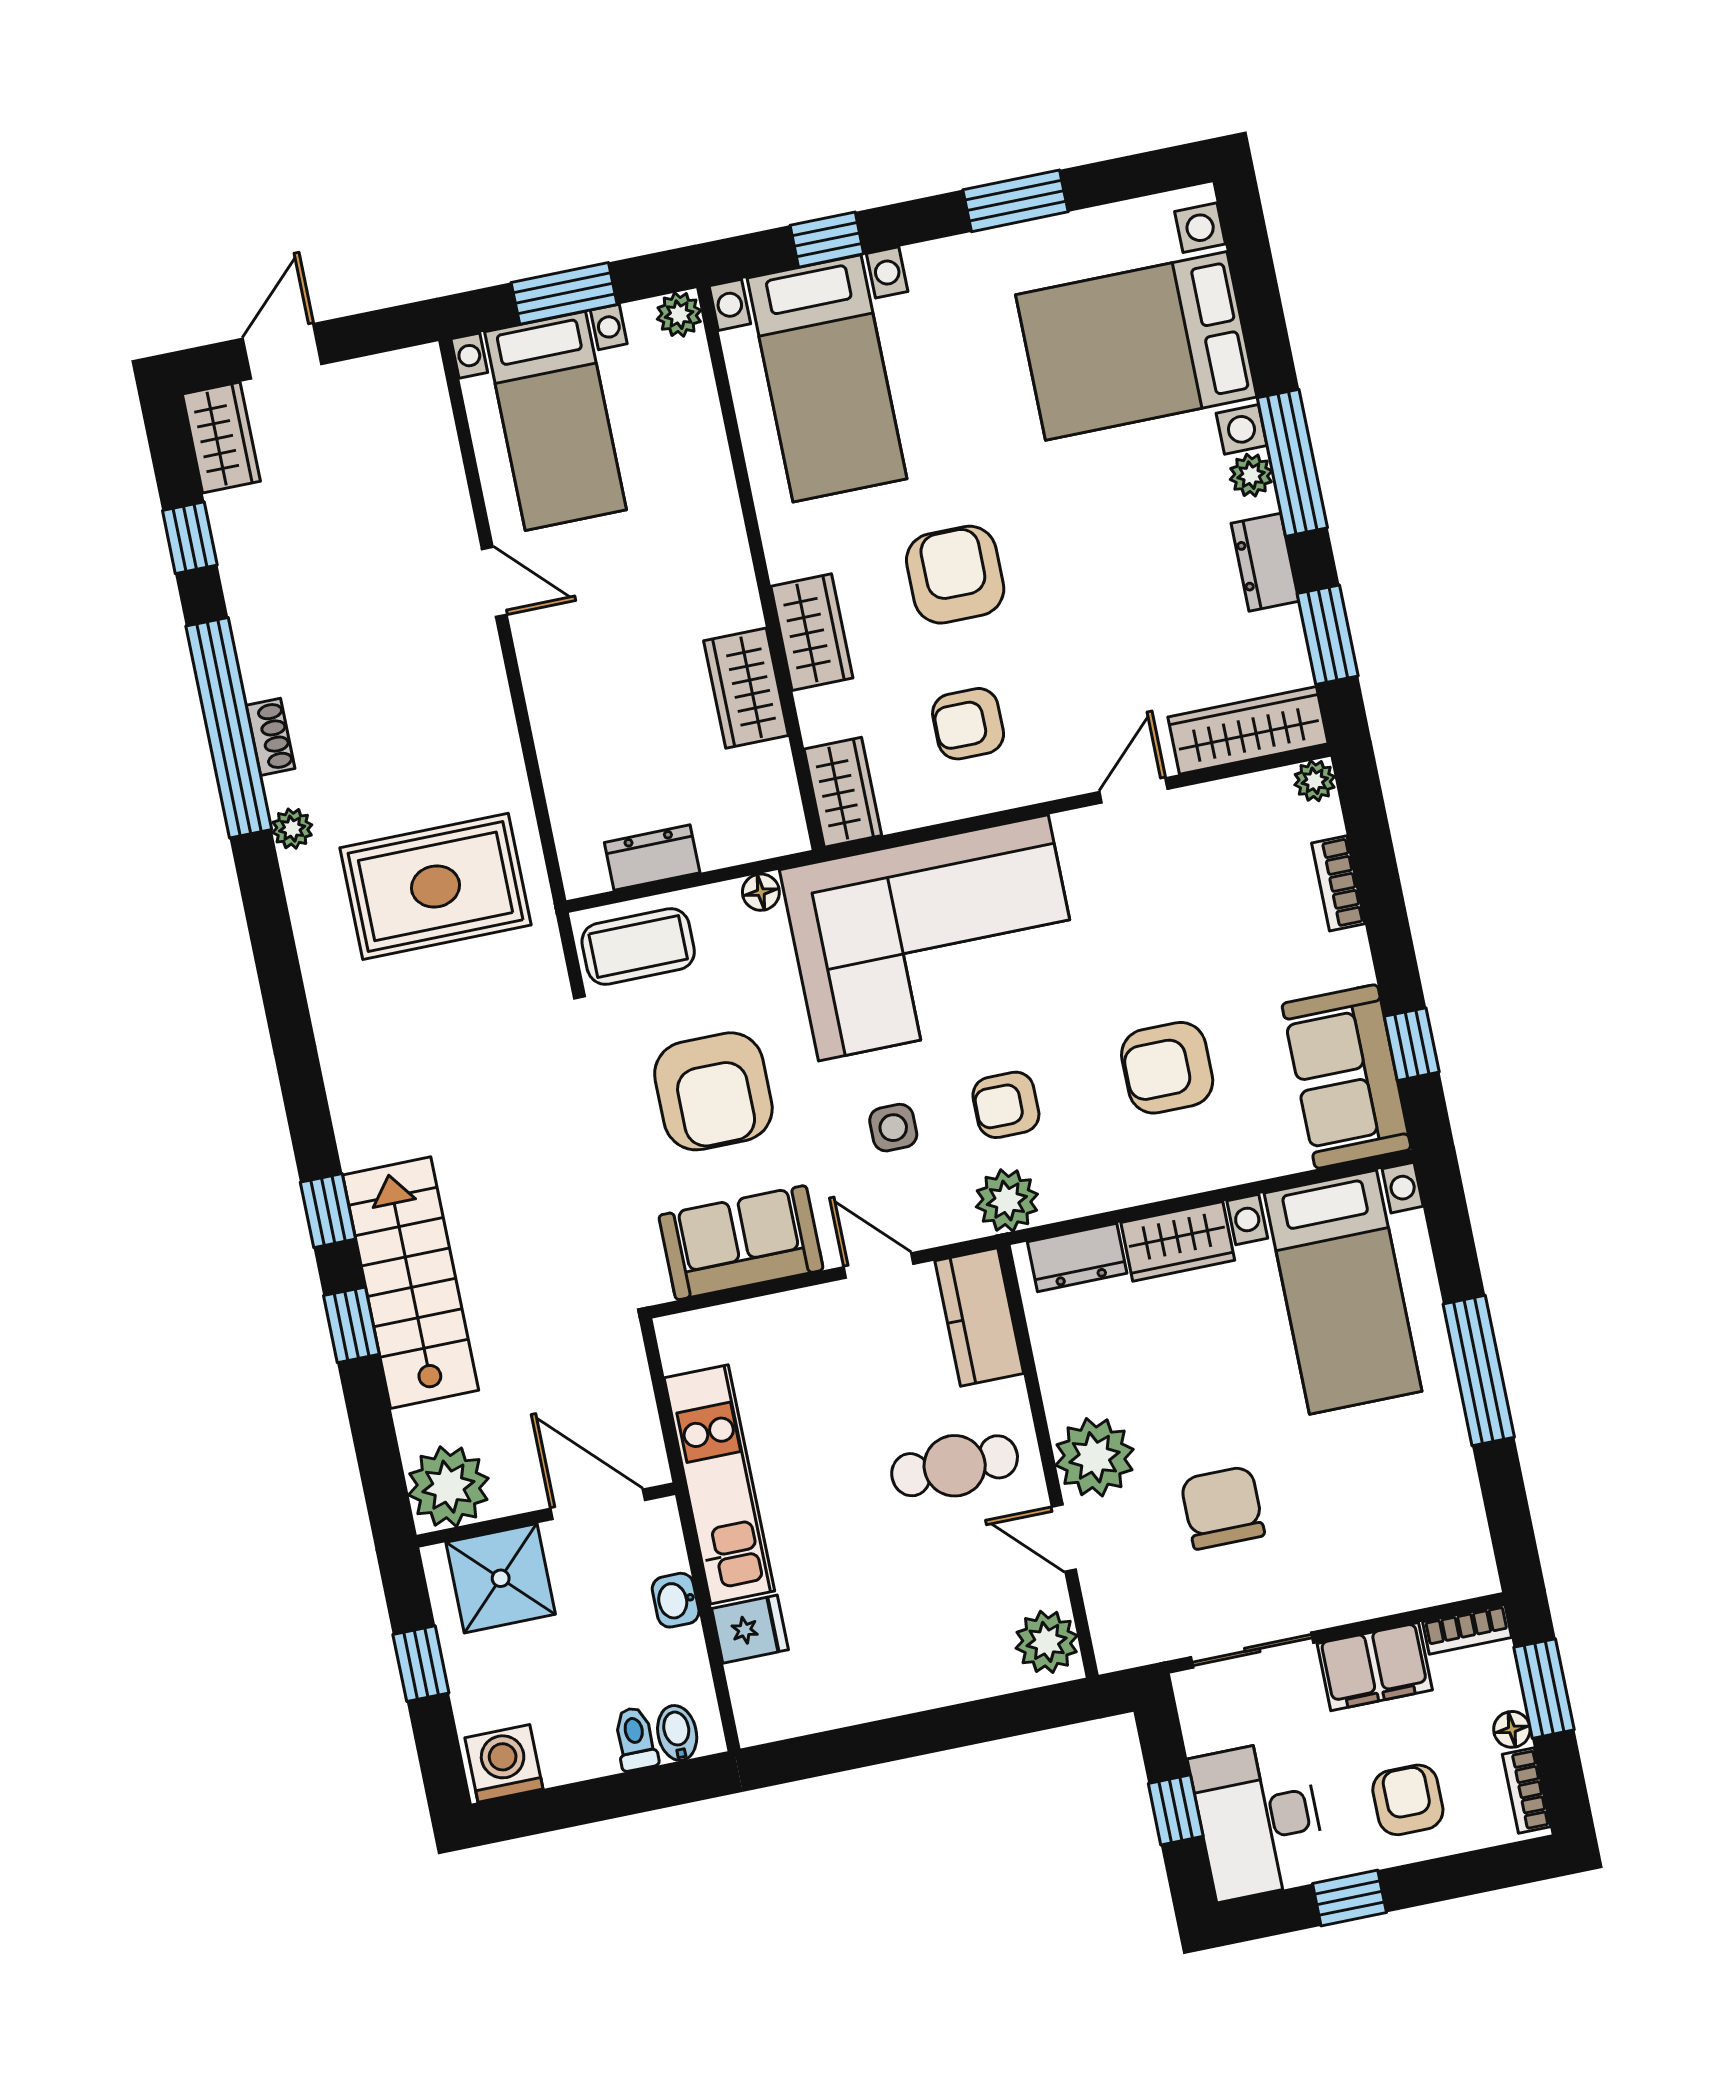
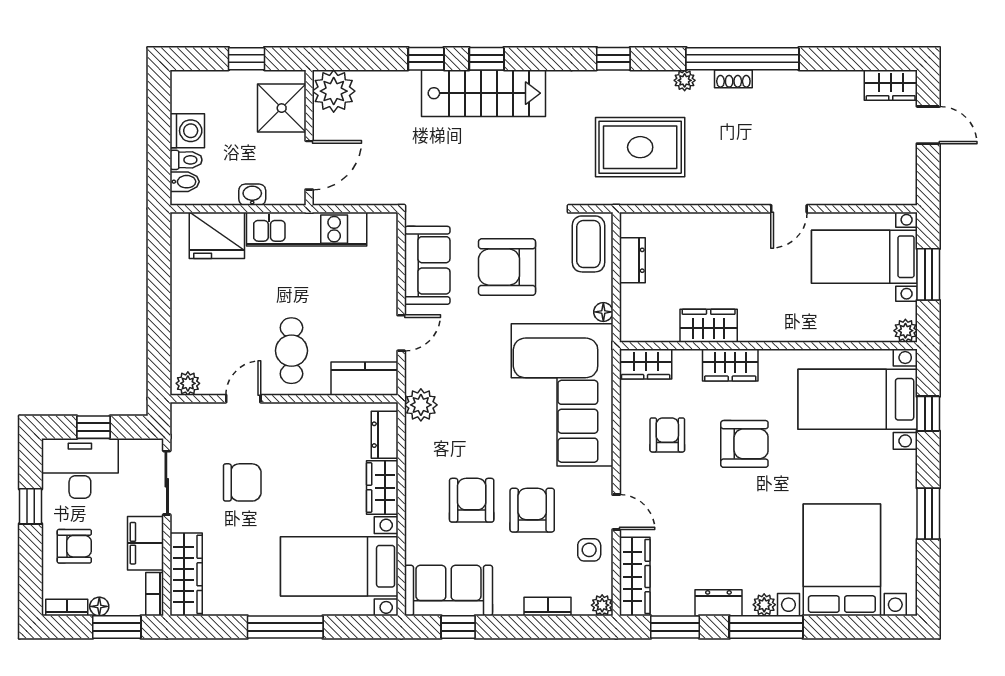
window: (190, 538) -> (613, 59), moved
rug: (436, 886) -> (640, 147), turned 90
armchair: (1006, 1105) -> (532, 510), moved, width x1.38, depth x1.38
side table: (893, 1128) -> (589, 550), moved
stairs: (411, 1283) -> (483, 93), moved
plant: (1094, 1457) -> (281, 423), removed
wardrobe: (1418, 1578) -> (186, 574), added
fridge: (750, 1629) -> (217, 235), width x1.88, depth x1.34
plant: (1047, 1642) -> (188, 383), width x0.73, depth x0.73
washing machine: (504, 1763) -> (187, 131), moved

